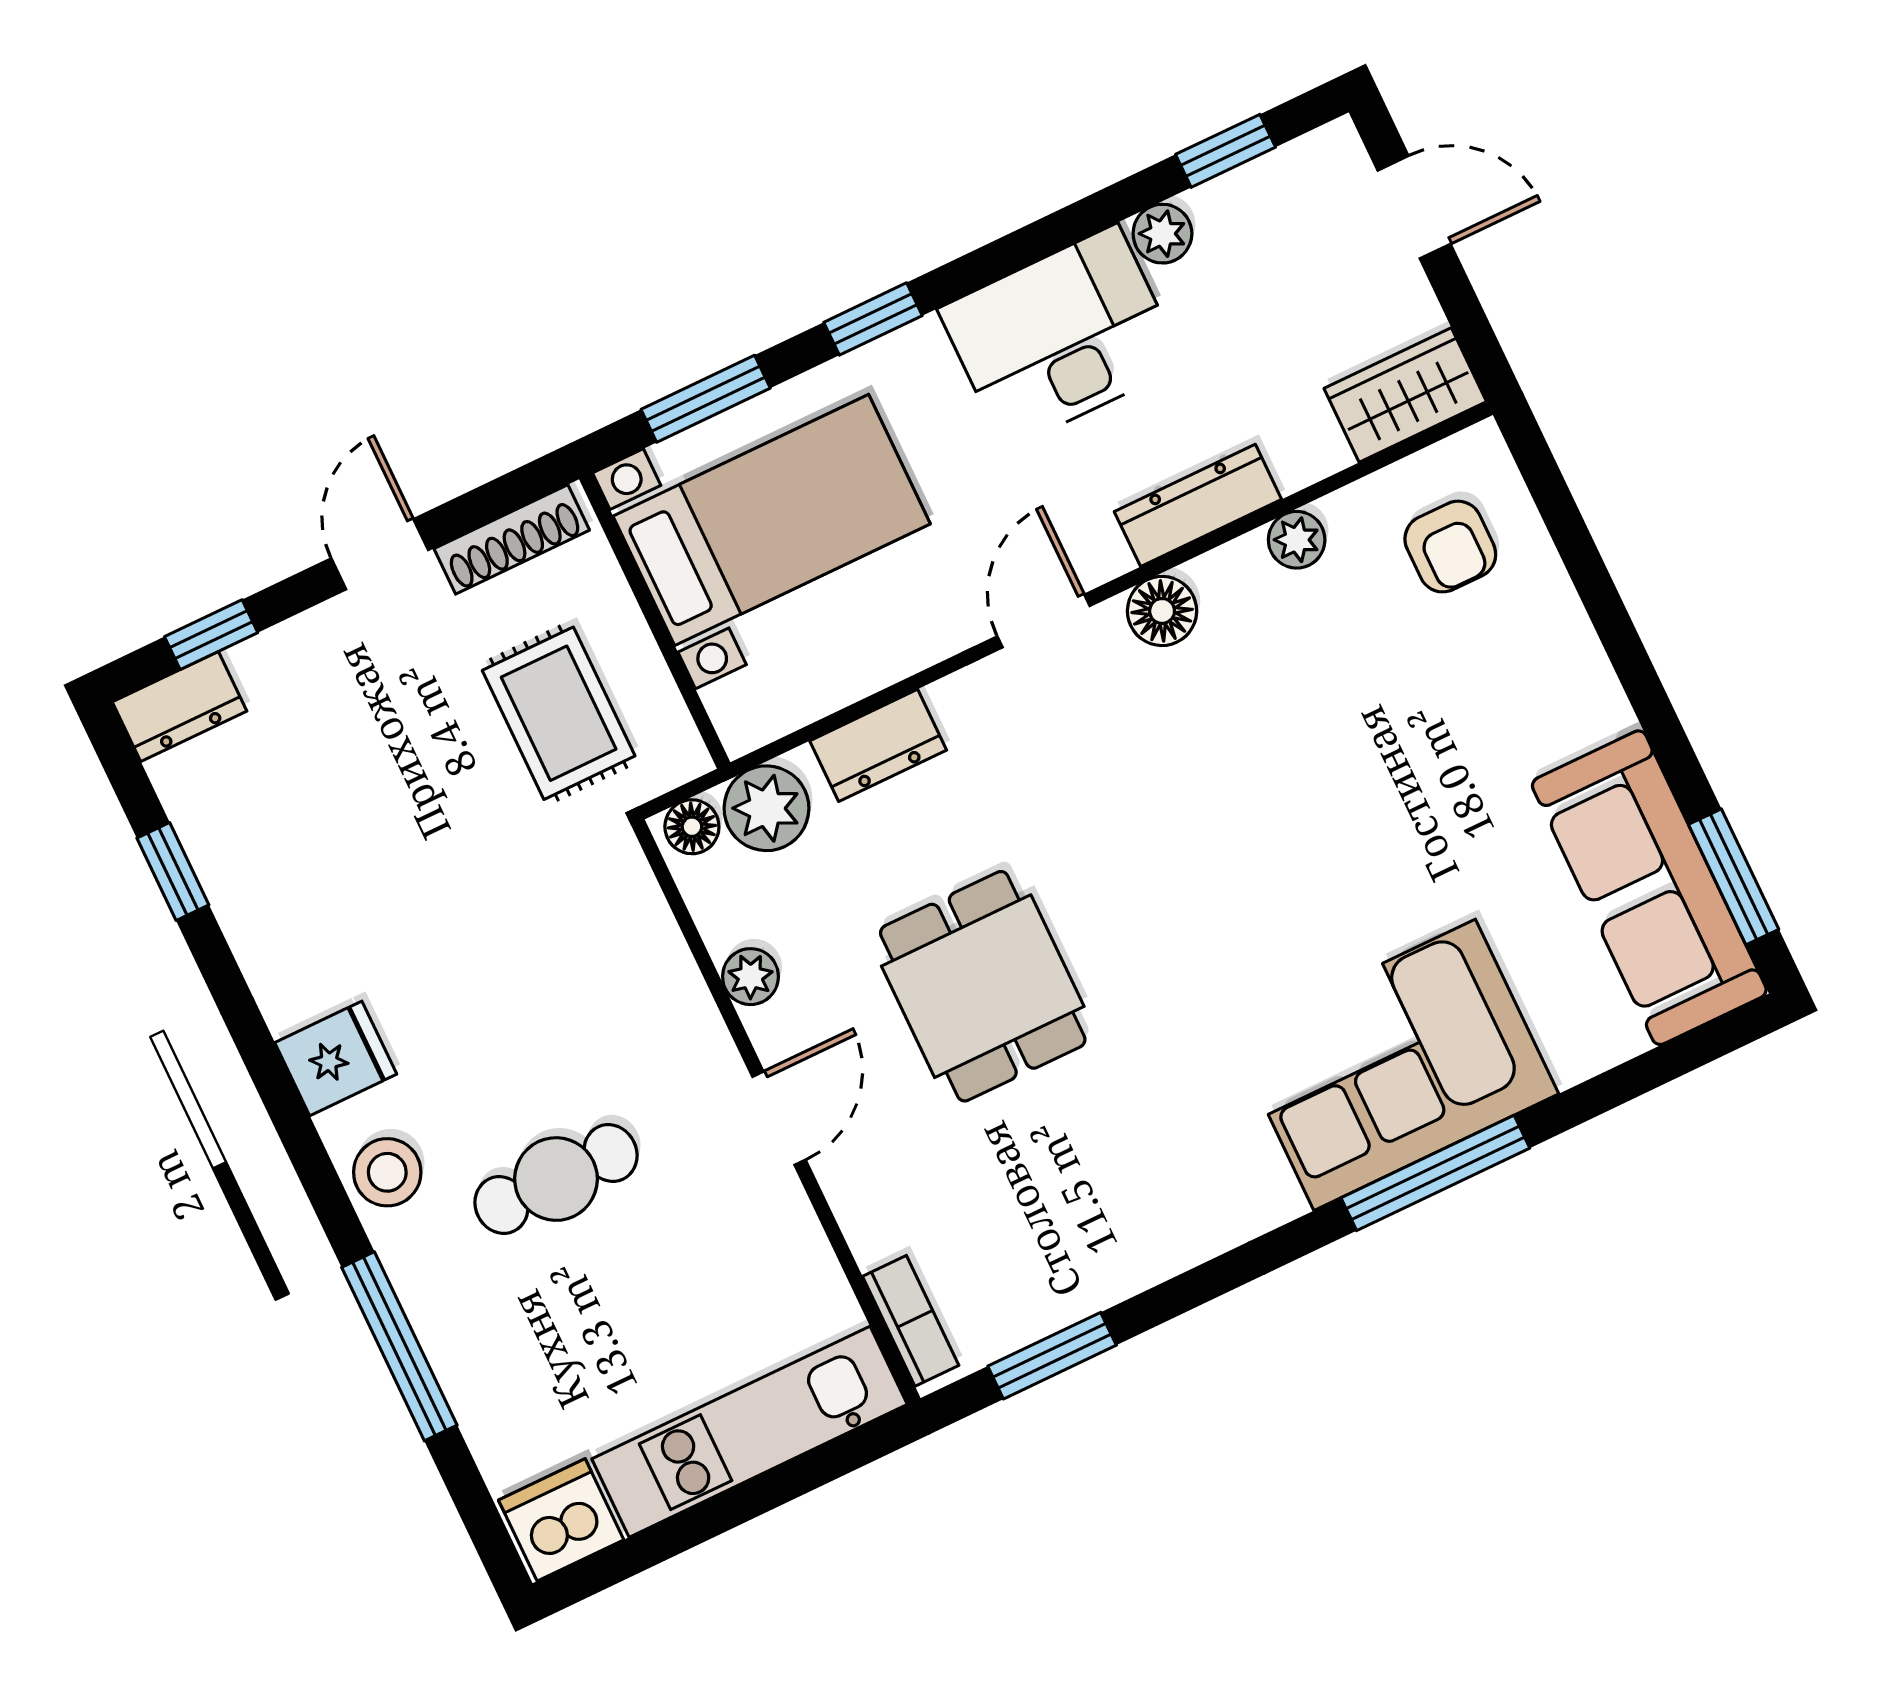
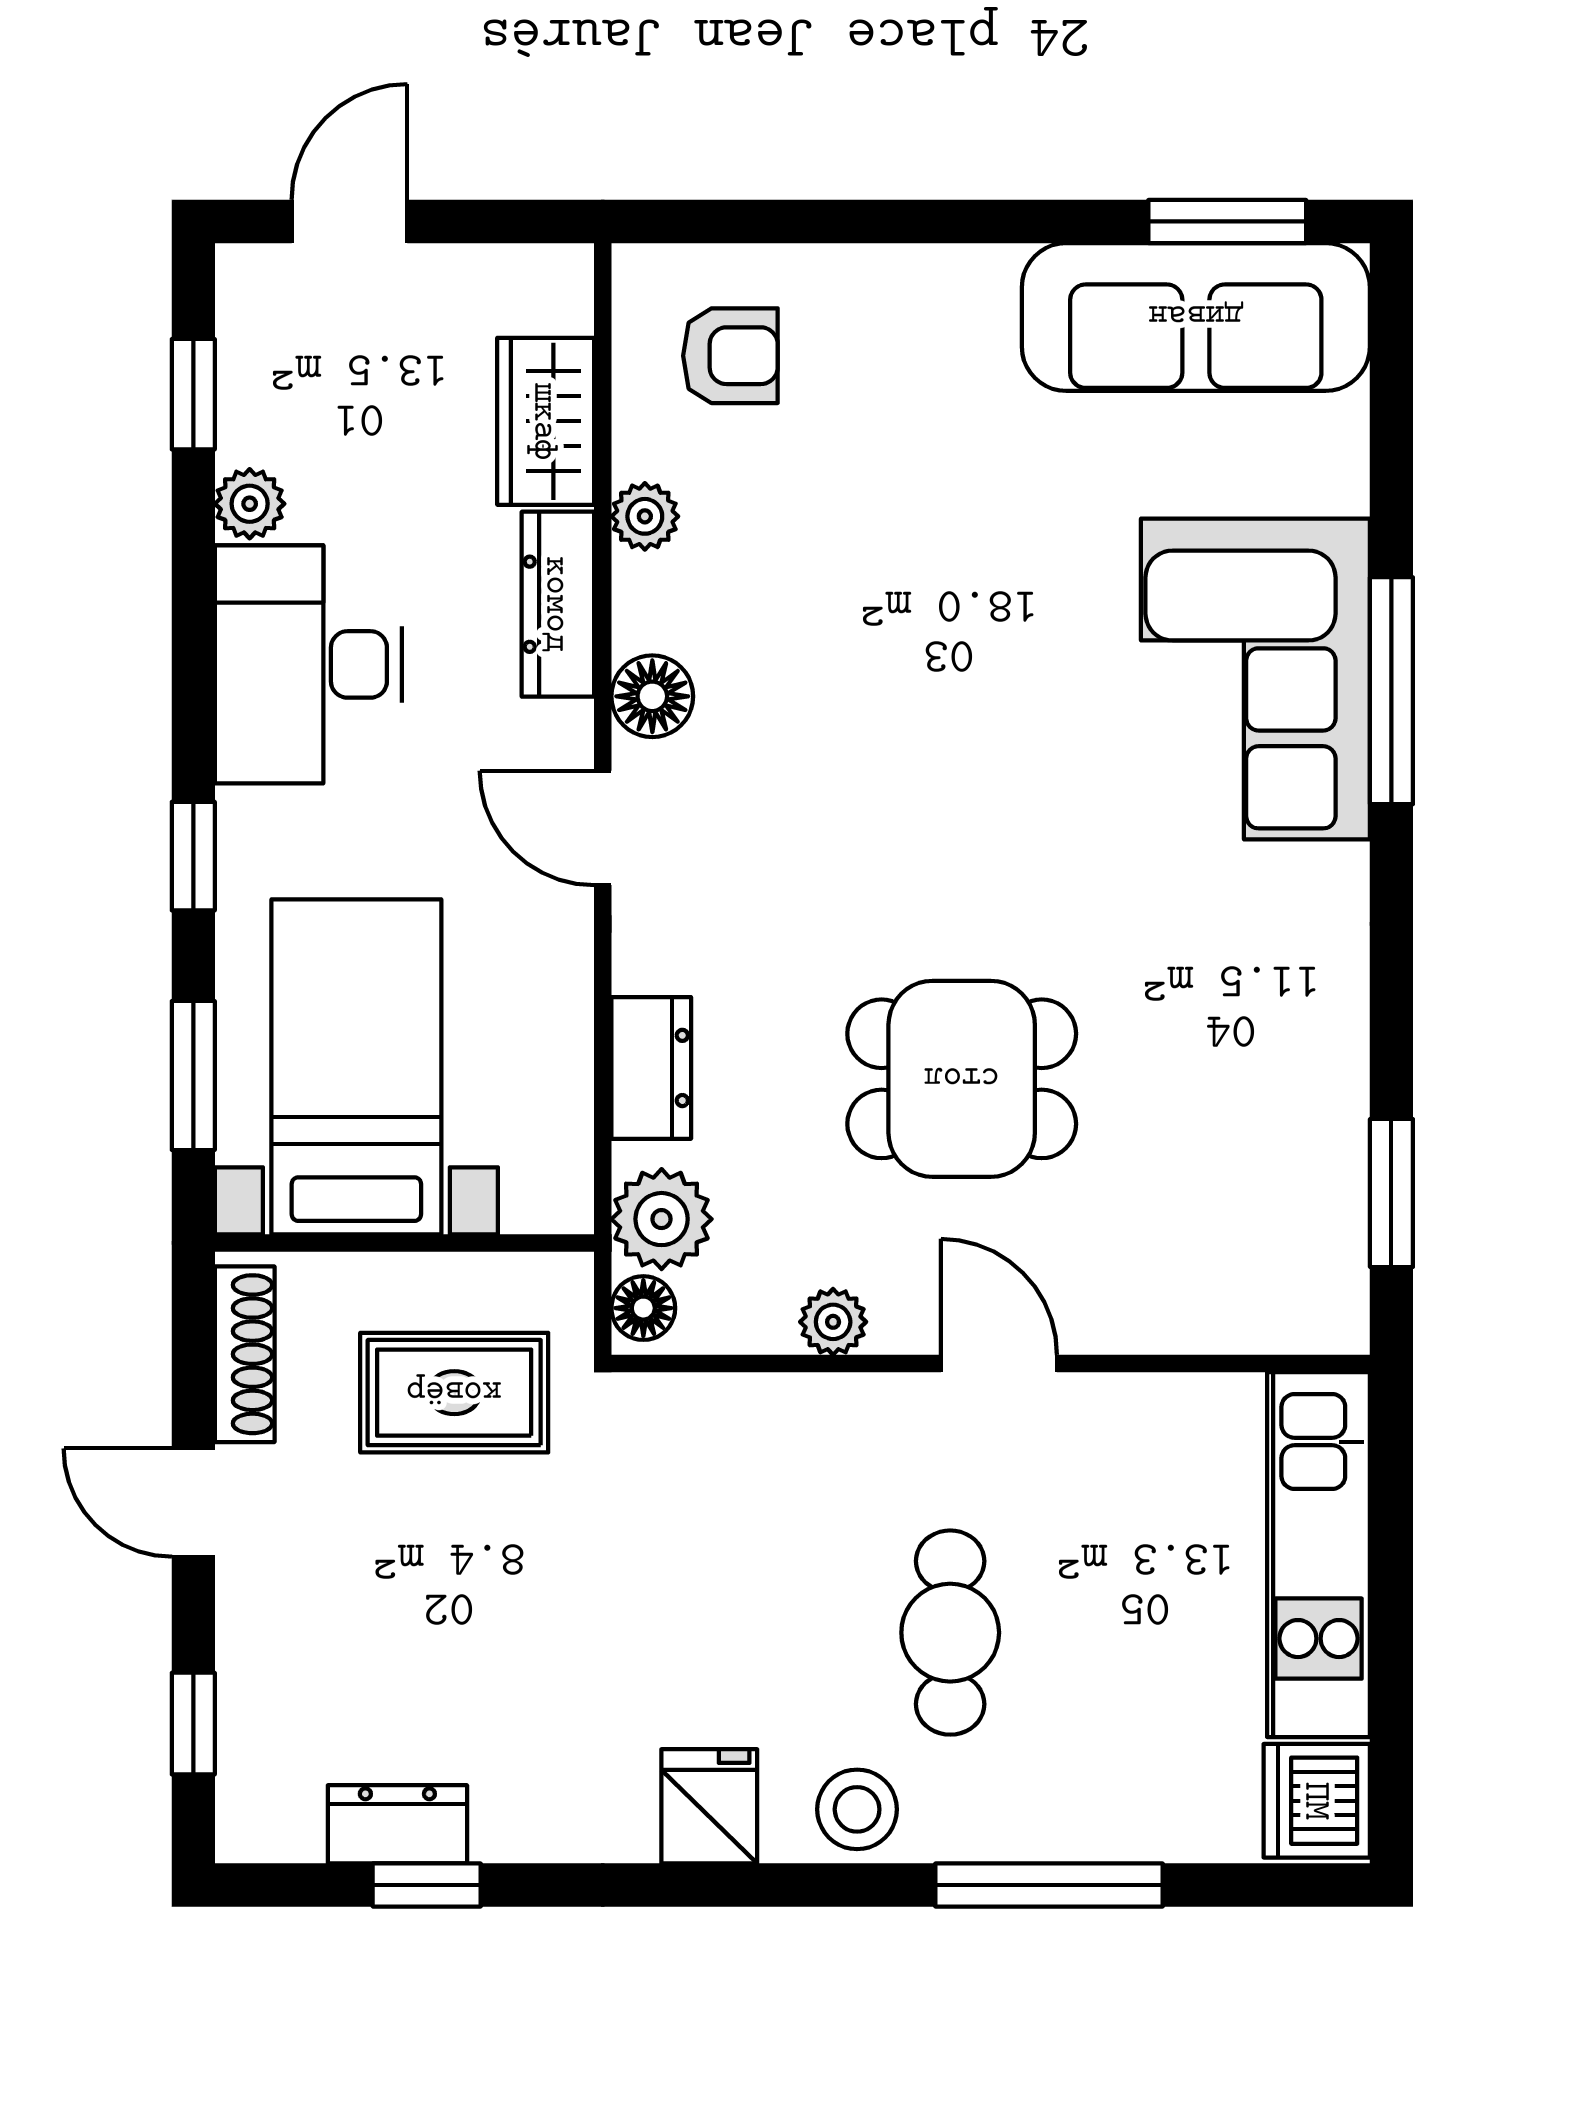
wardrobe: (1405, 395) -> (546, 421), moved
dresser: (180, 707) -> (397, 1824), moved, turned -90
bookcase: (911, 1321) -> (1282, 1326), removed

